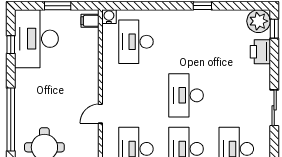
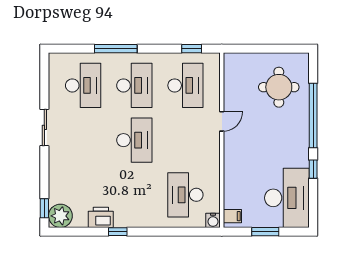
desk: (136, 42) -> (185, 195), turned 180
window: (11, 45) -> (313, 169), moved
printer: (260, 52) -> (101, 217), moved, turned -90

